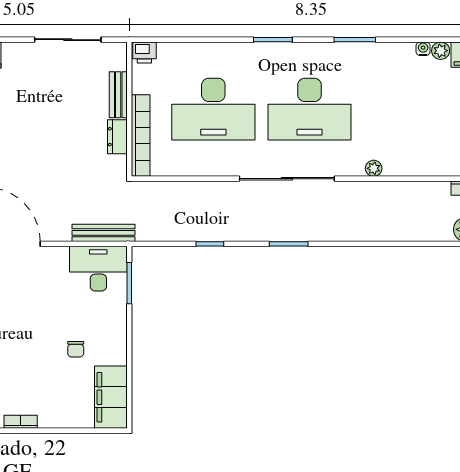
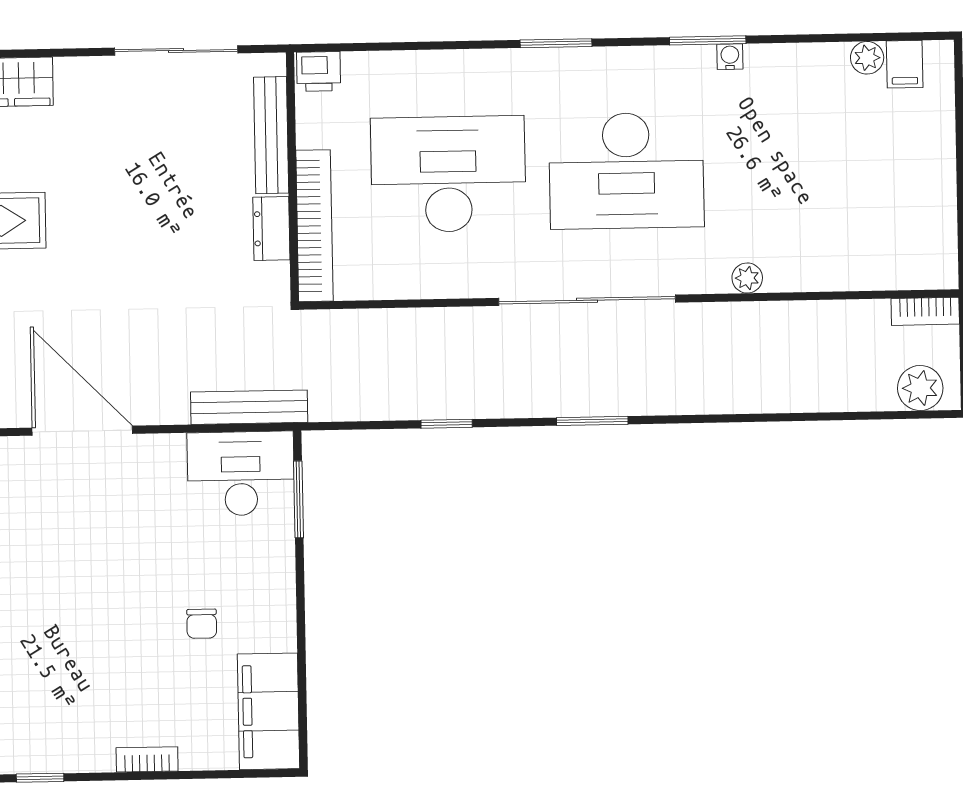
water cooler: (423, 49) -> (730, 57), moved
bench: (118, 95) -> (271, 135), width x1.36
desk: (213, 109) -> (448, 174), turned 180
bookcase: (21, 422) -> (147, 759), moved

